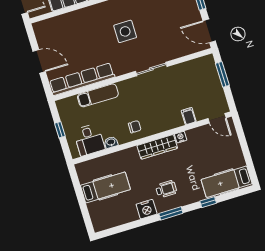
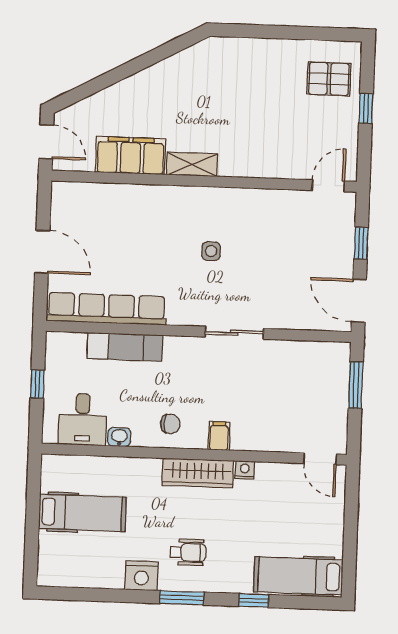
side table: (125, 31) -> (211, 251), width x0.54, depth x0.54
filing cabinet: (189, 116) -> (219, 436), moved

